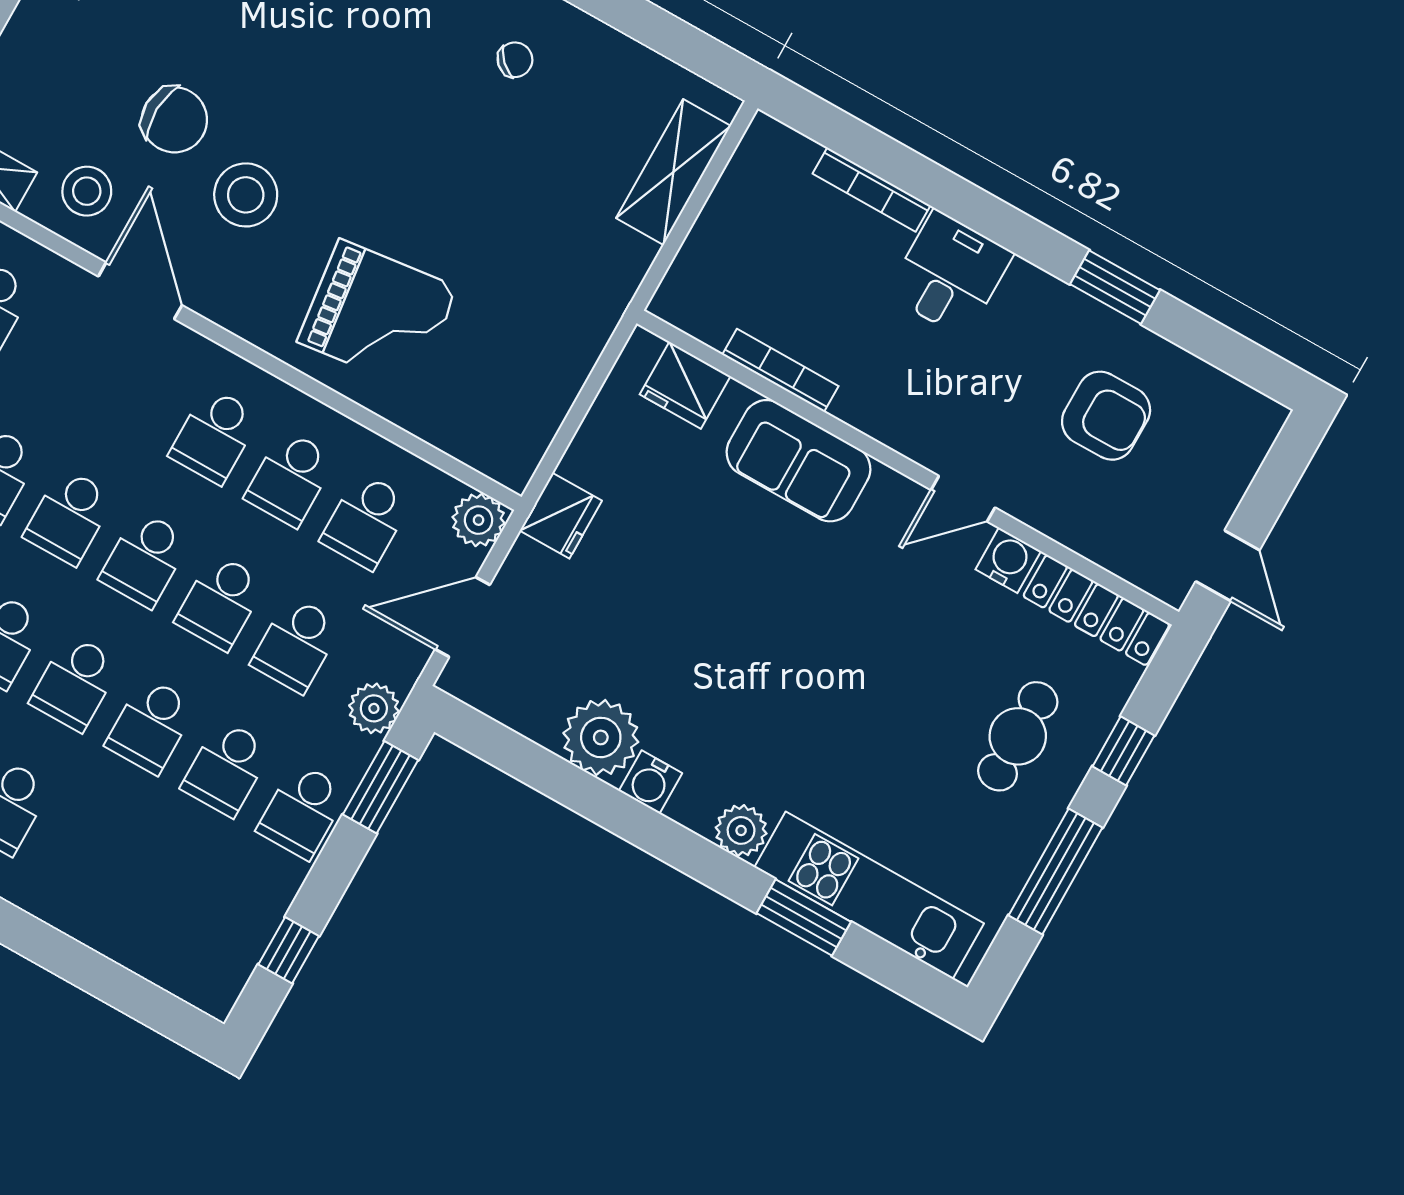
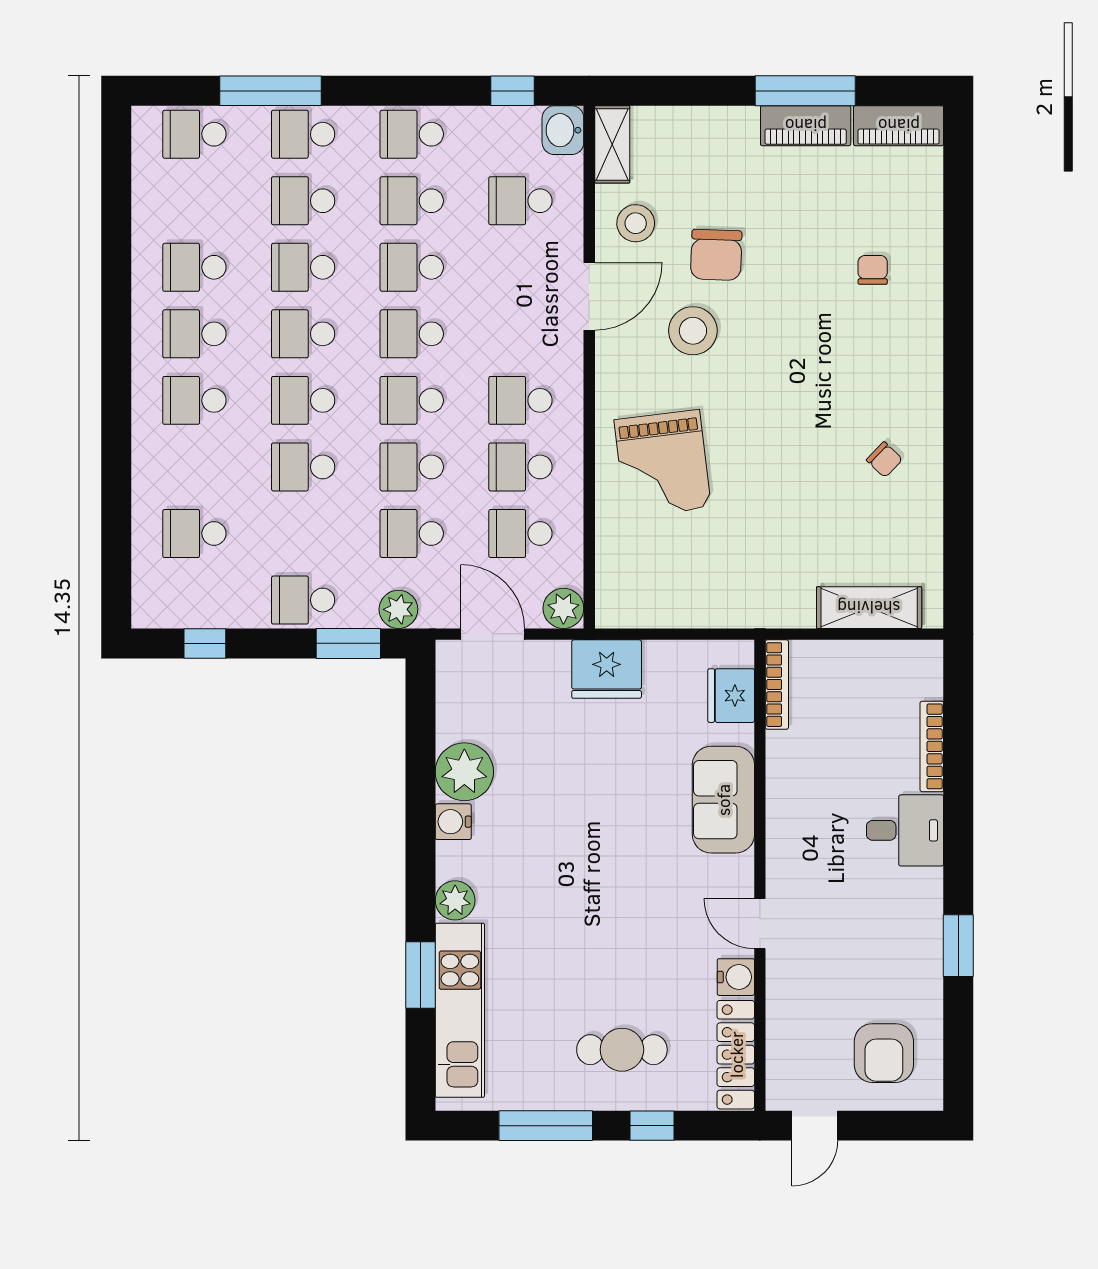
bookcase: (780, 370) -> (777, 685), moved
armchair: (1106, 416) -> (884, 1053), moved
fridge: (561, 516) -> (607, 669), width x1.36, depth x1.34
school desk: (227, 768) -> (194, 533), moved

